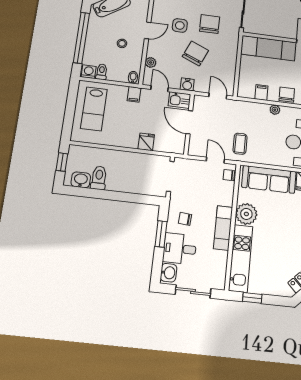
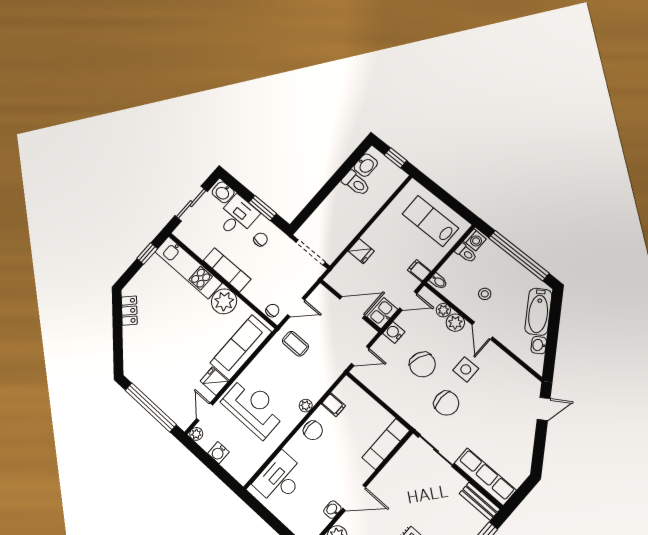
exam couch: (268, 48) -> (386, 444), width x0.73, depth x0.69
plant: (154, 50) -> (455, 323), added

